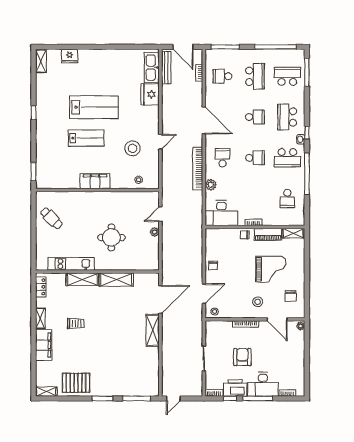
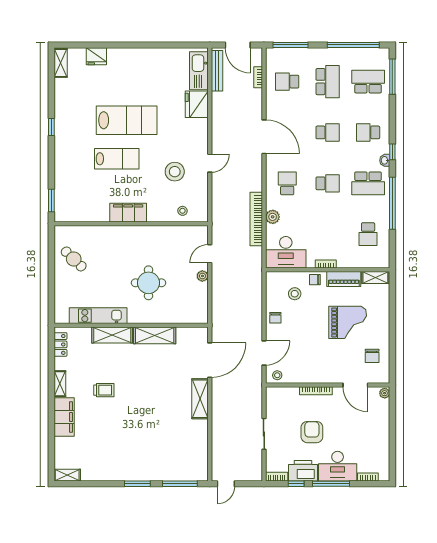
school desk: (287, 117) -> (368, 132), width x0.54
bookcase: (198, 169) -> (256, 219), moved
stool: (258, 302) -> (295, 294), moved
pallet: (76, 383) -> (104, 464), removed

